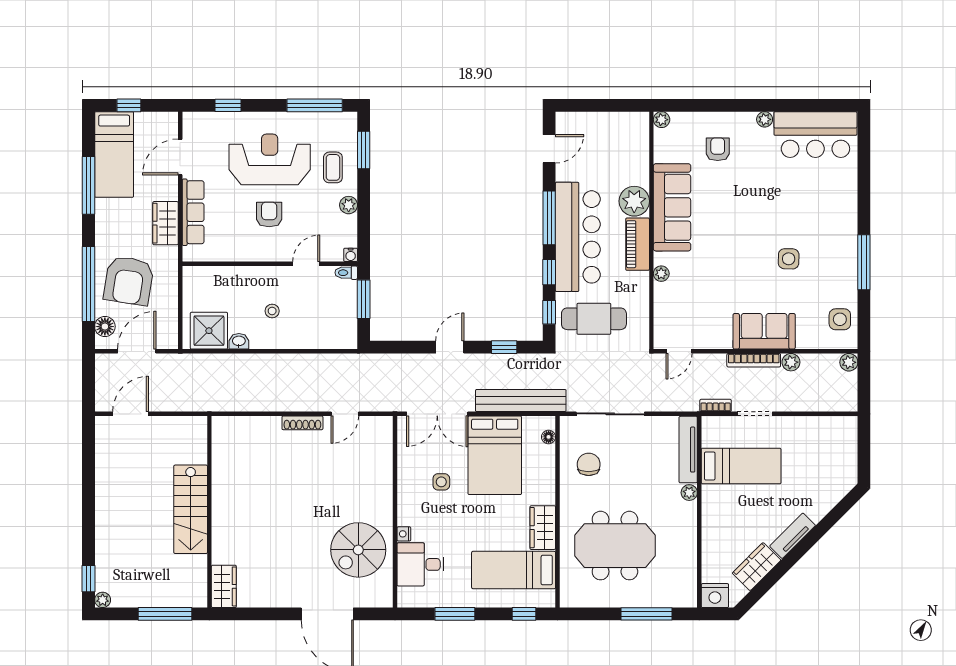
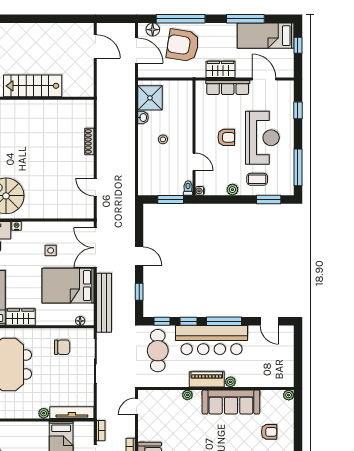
plant: (634, 201) -> (230, 382), width x0.53, depth x0.53
door: (679, 351) -> (136, 407), hinge flipped
shoe rack: (302, 423) -> (89, 141), moved

